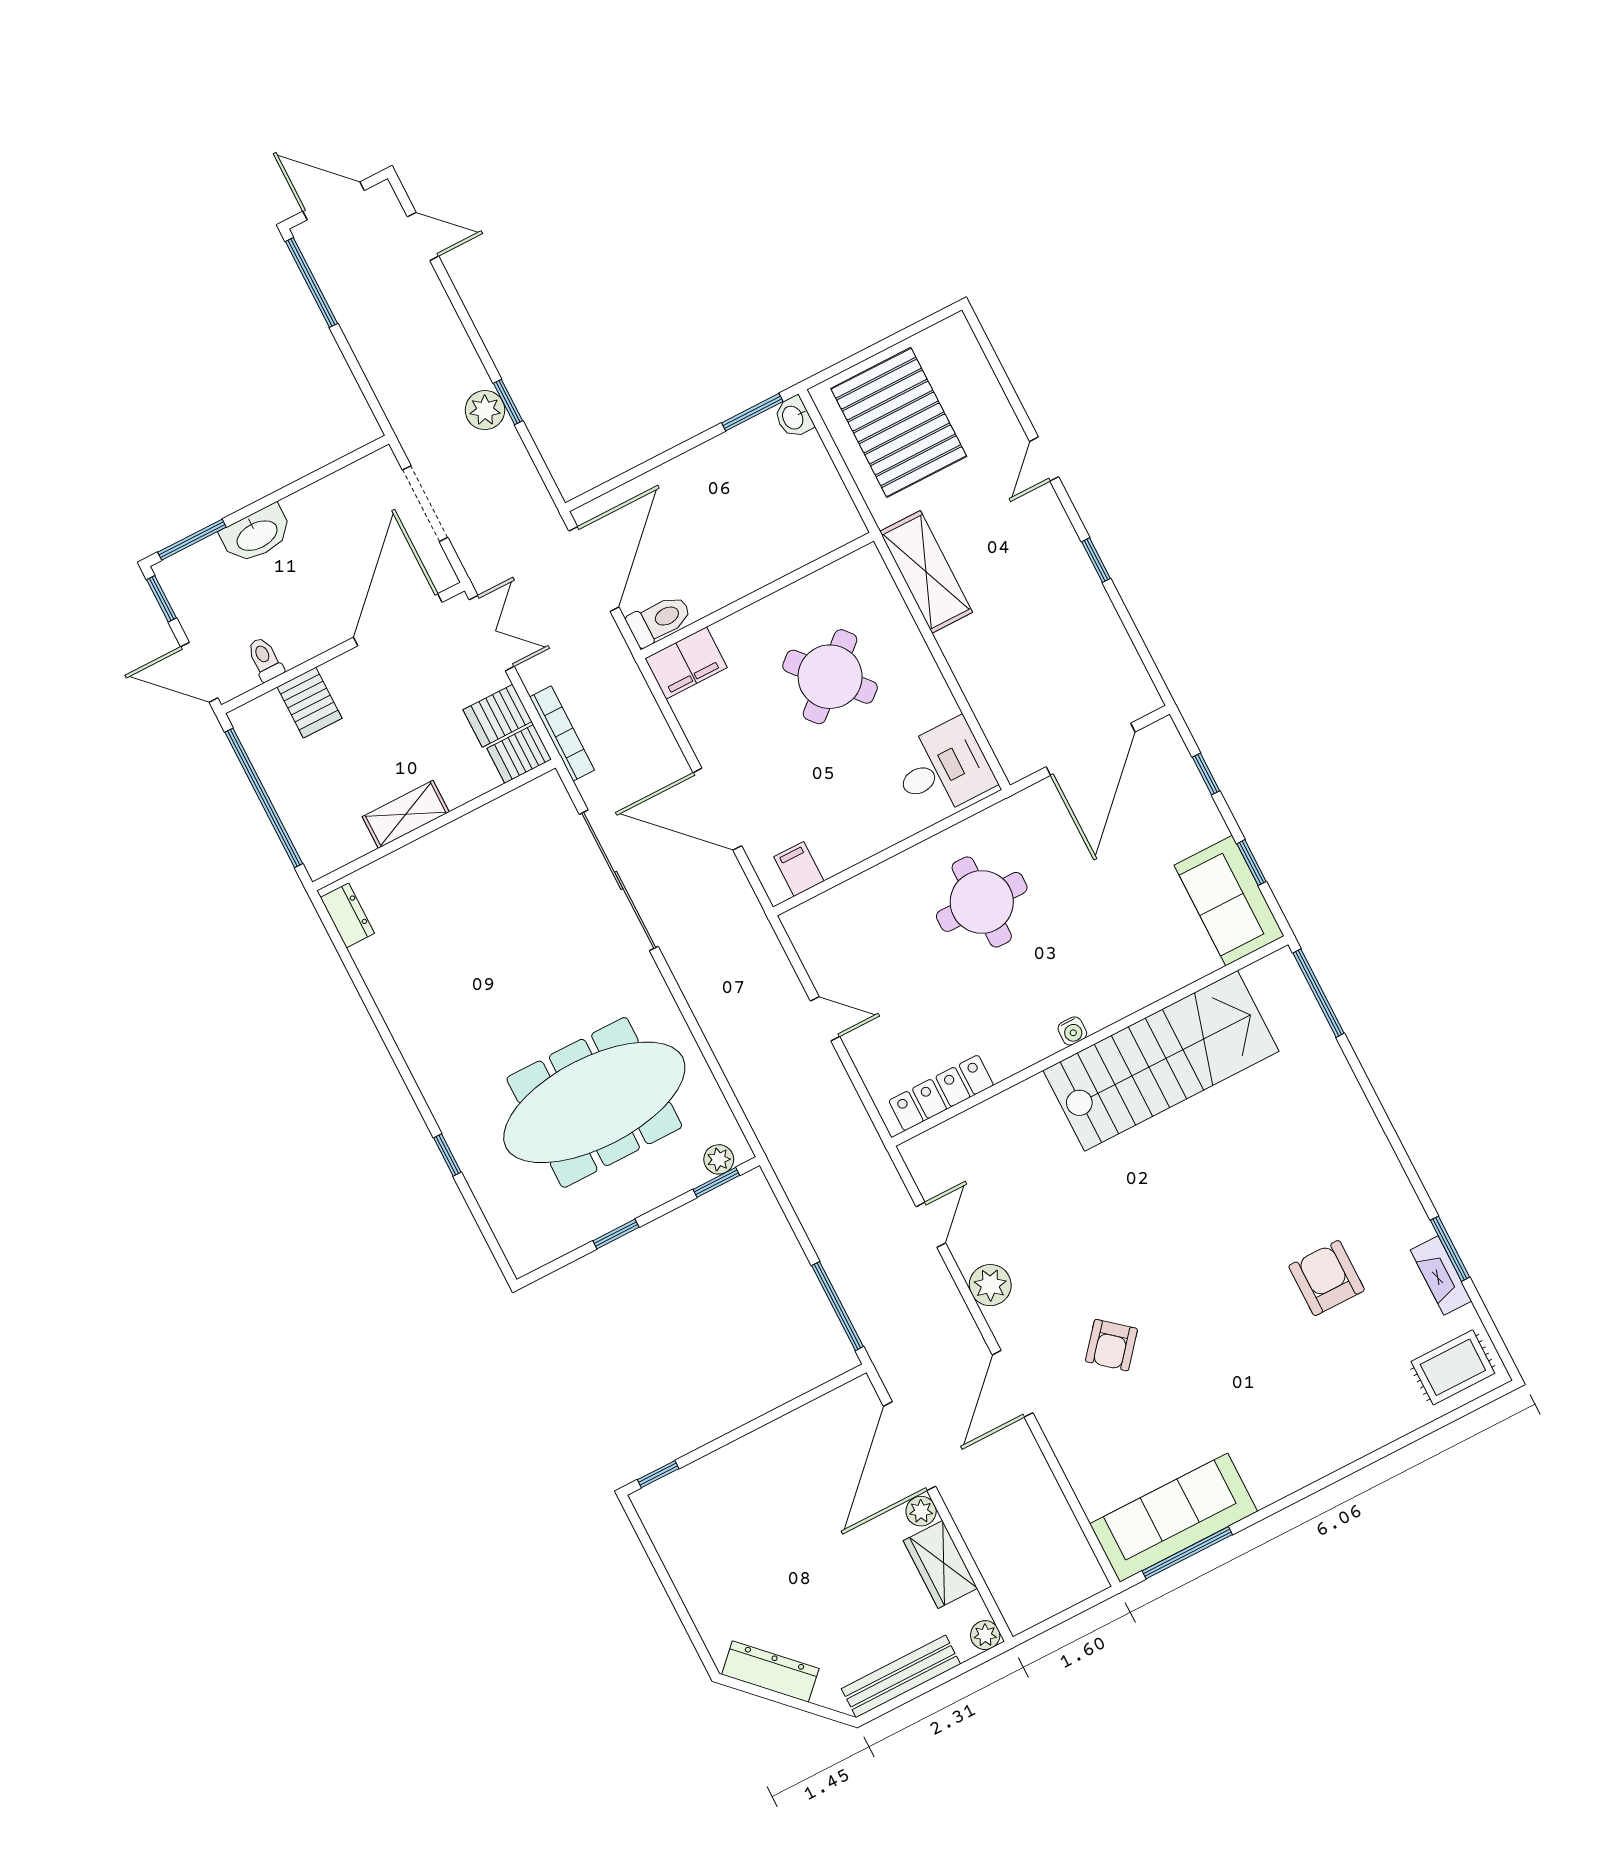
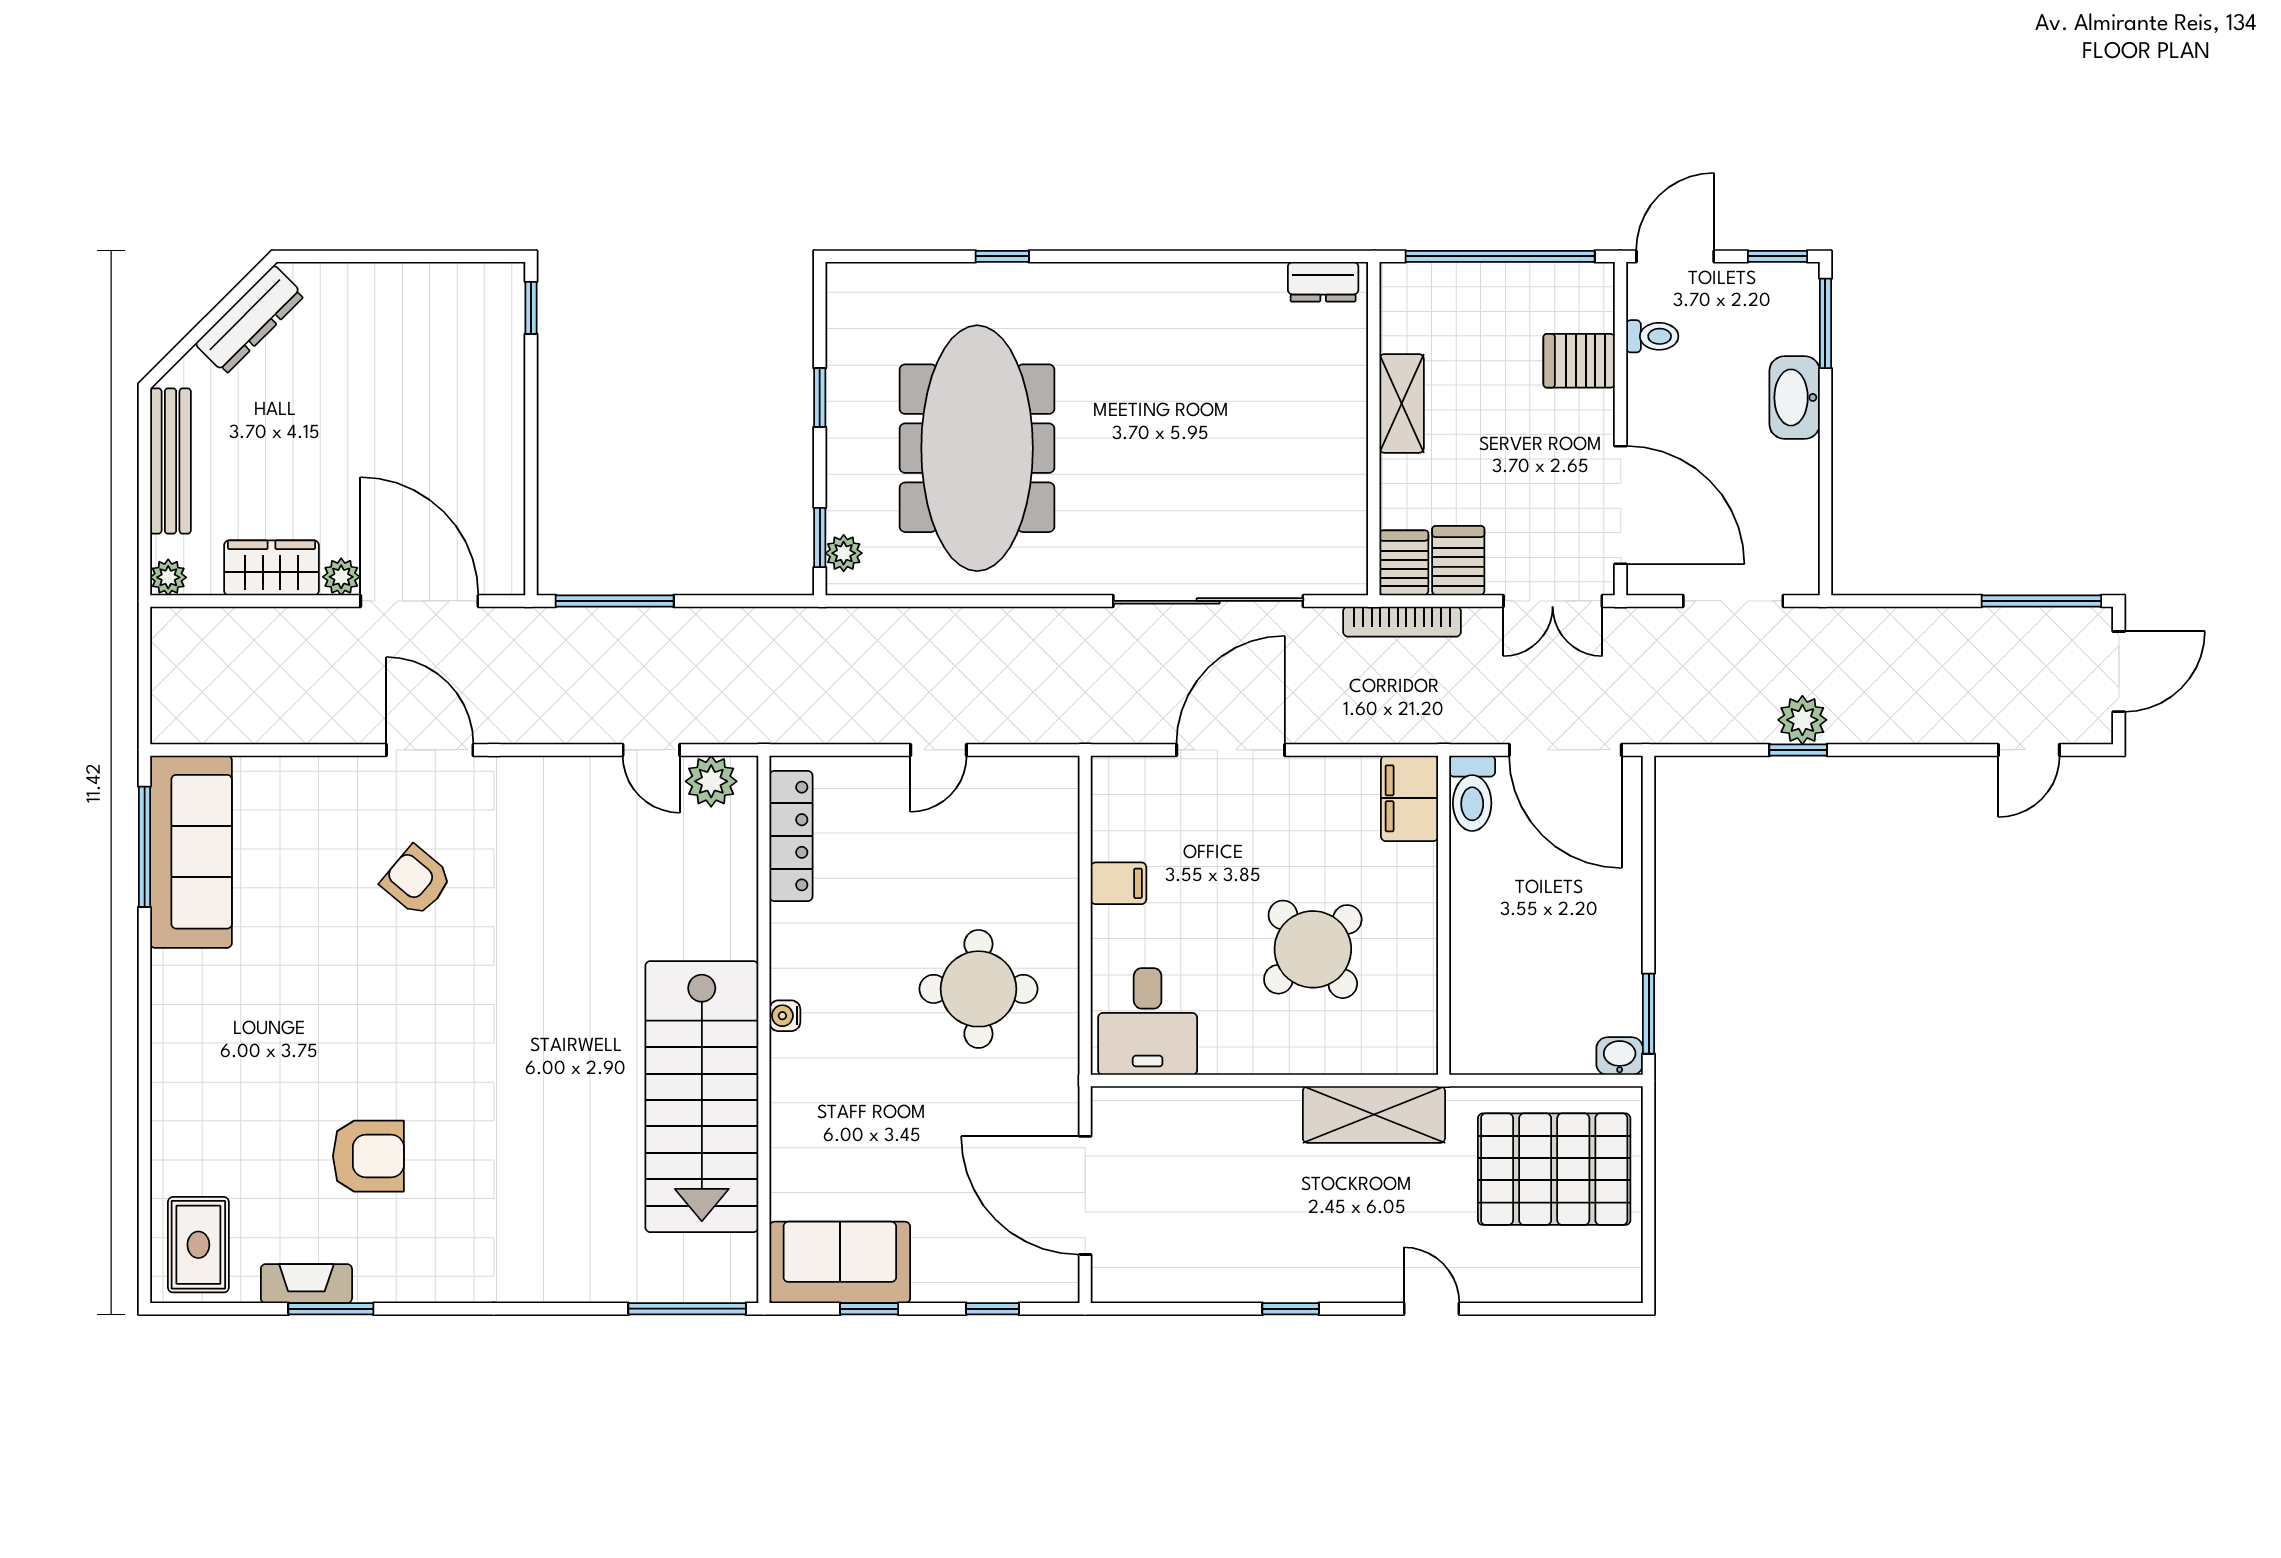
filing cabinet: (799, 869) -> (1118, 883), moved
plant: (990, 1285) -> (711, 781), moved

